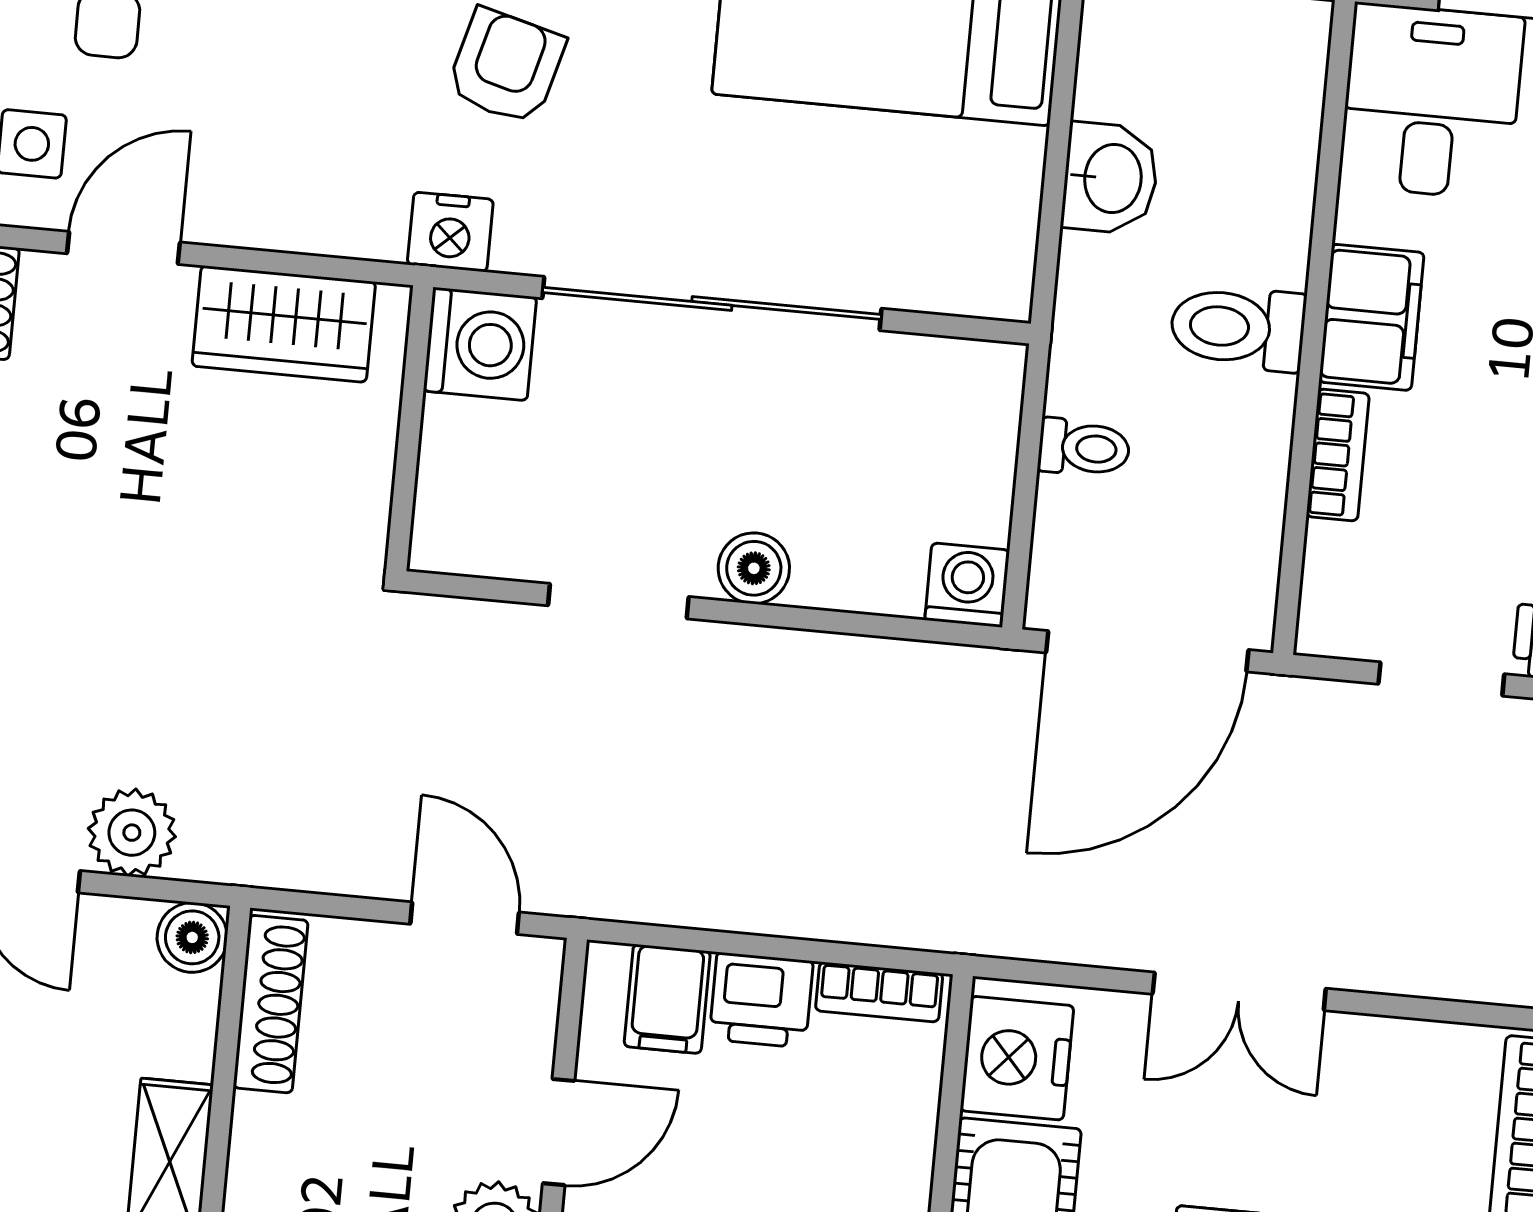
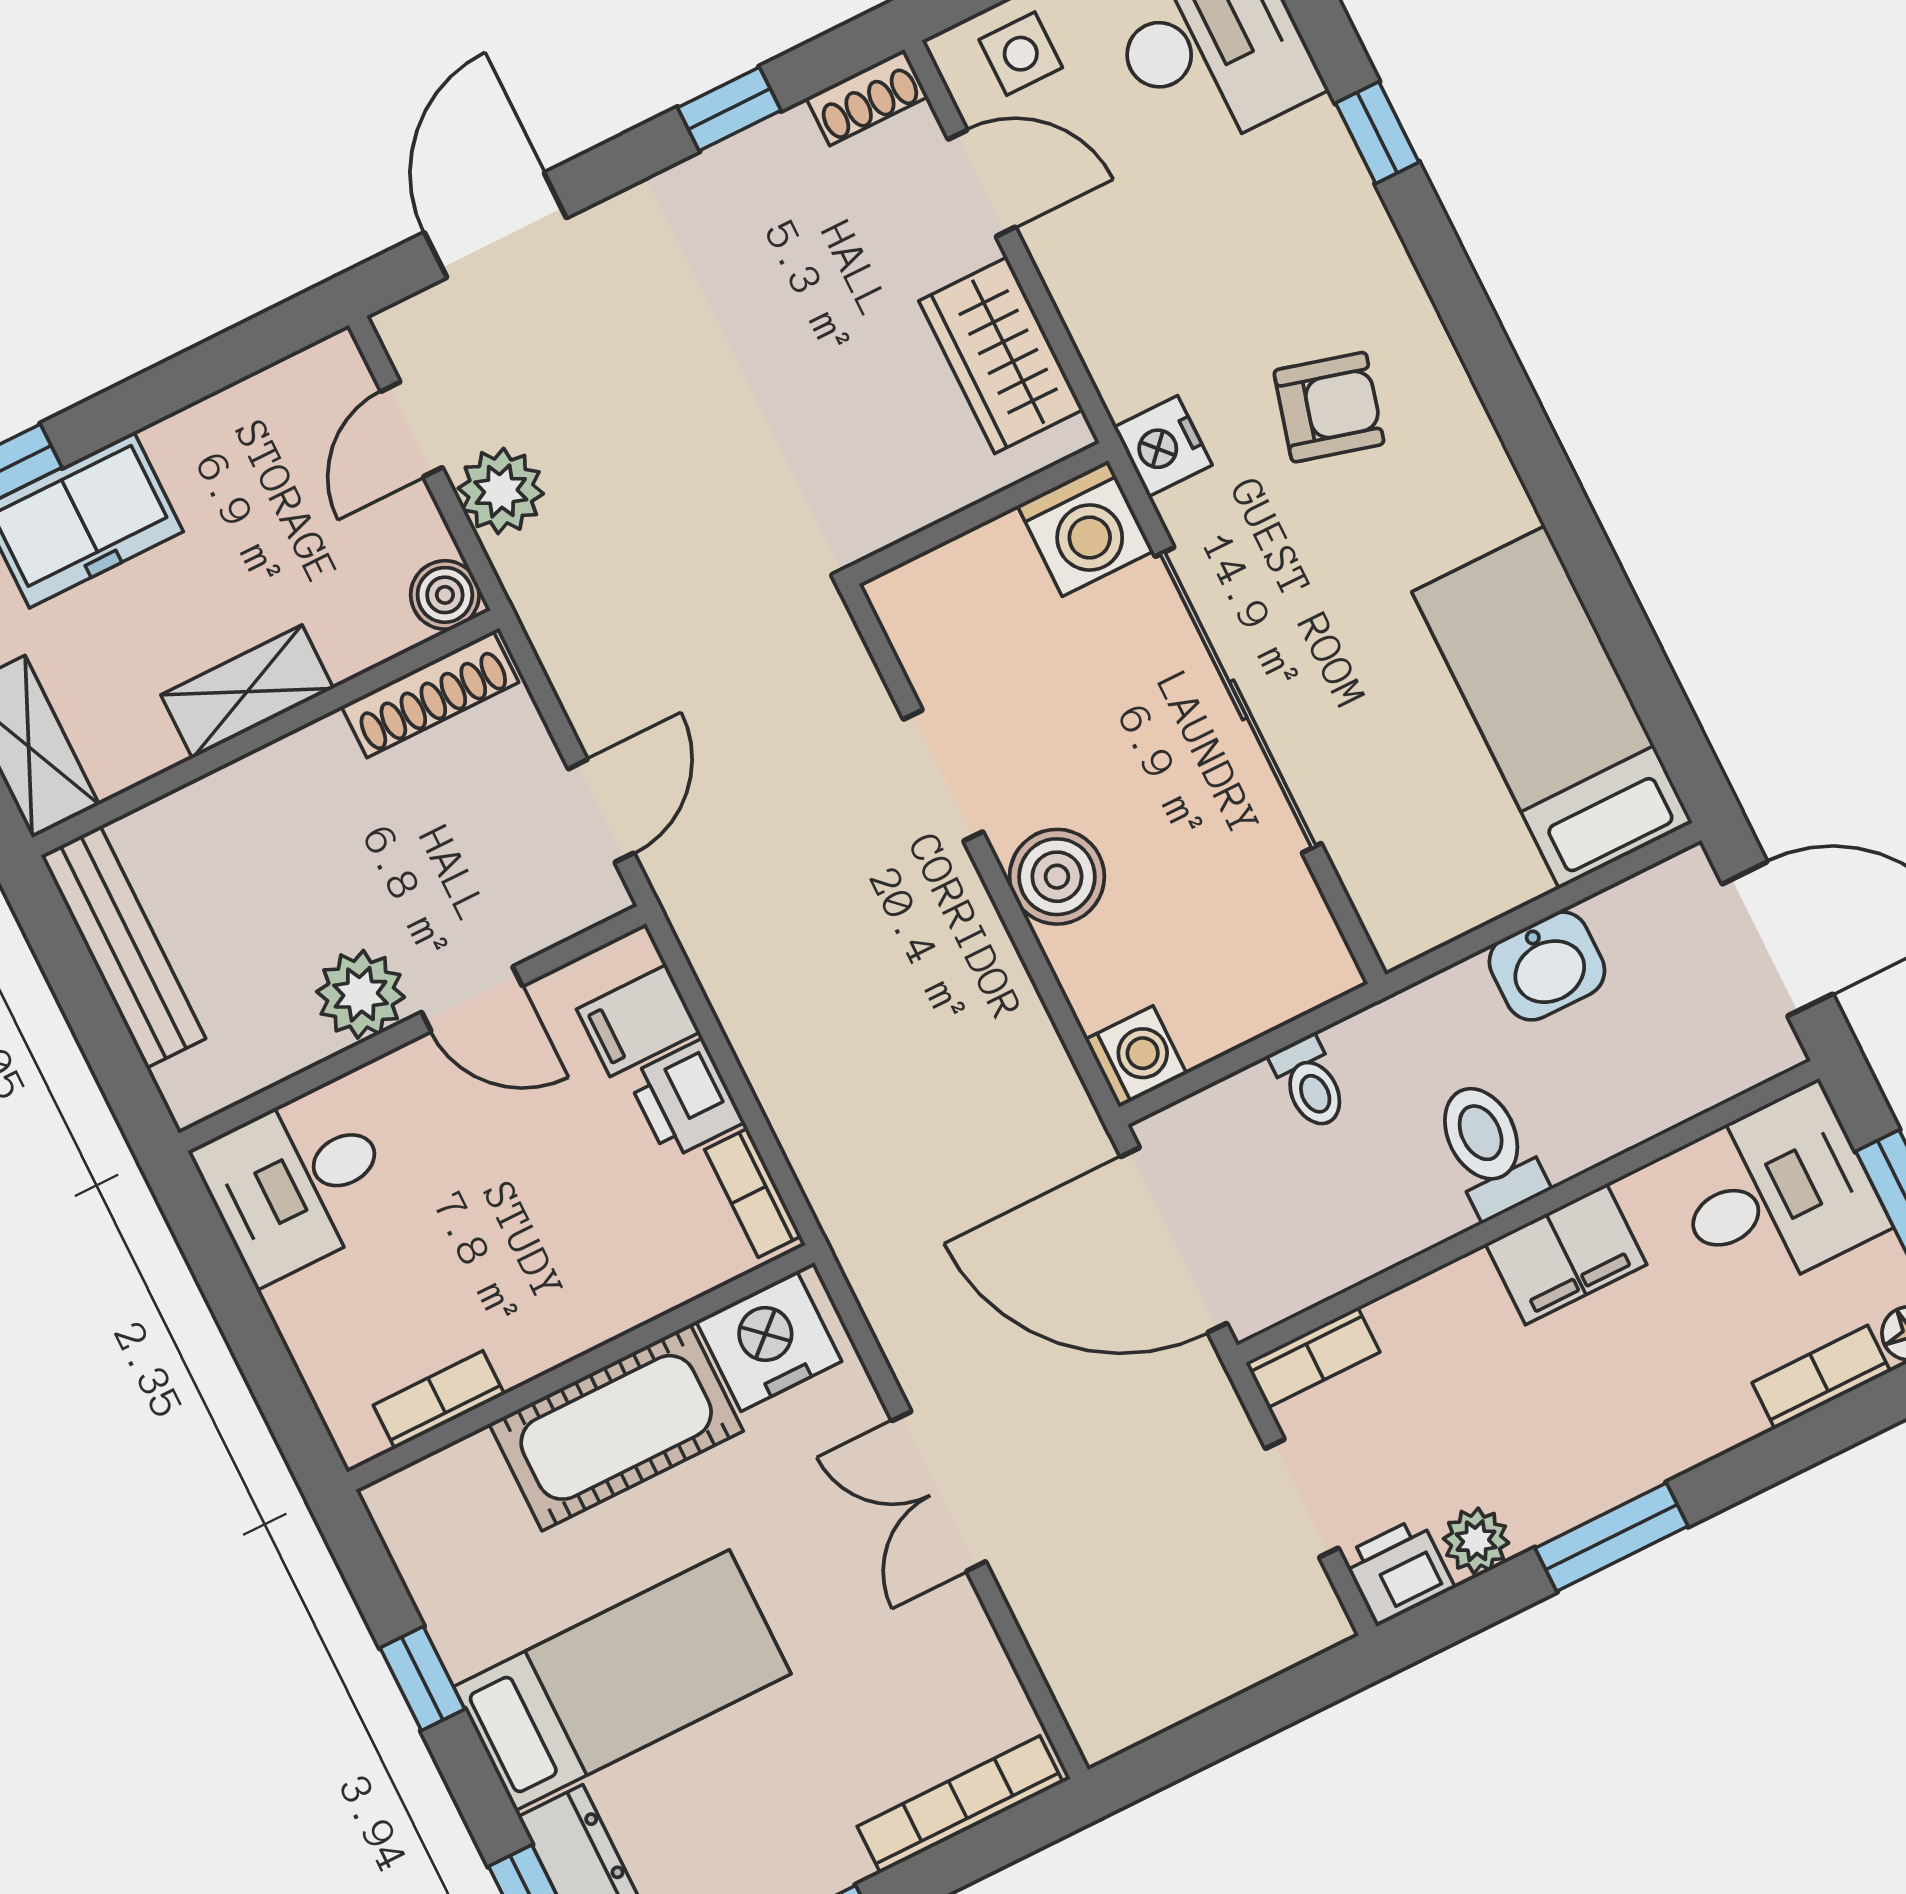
bookcase: (1338, 455) -> (1313, 1357), moved
boiler: (754, 568) -> (1057, 877), width x1.36, depth x1.36

